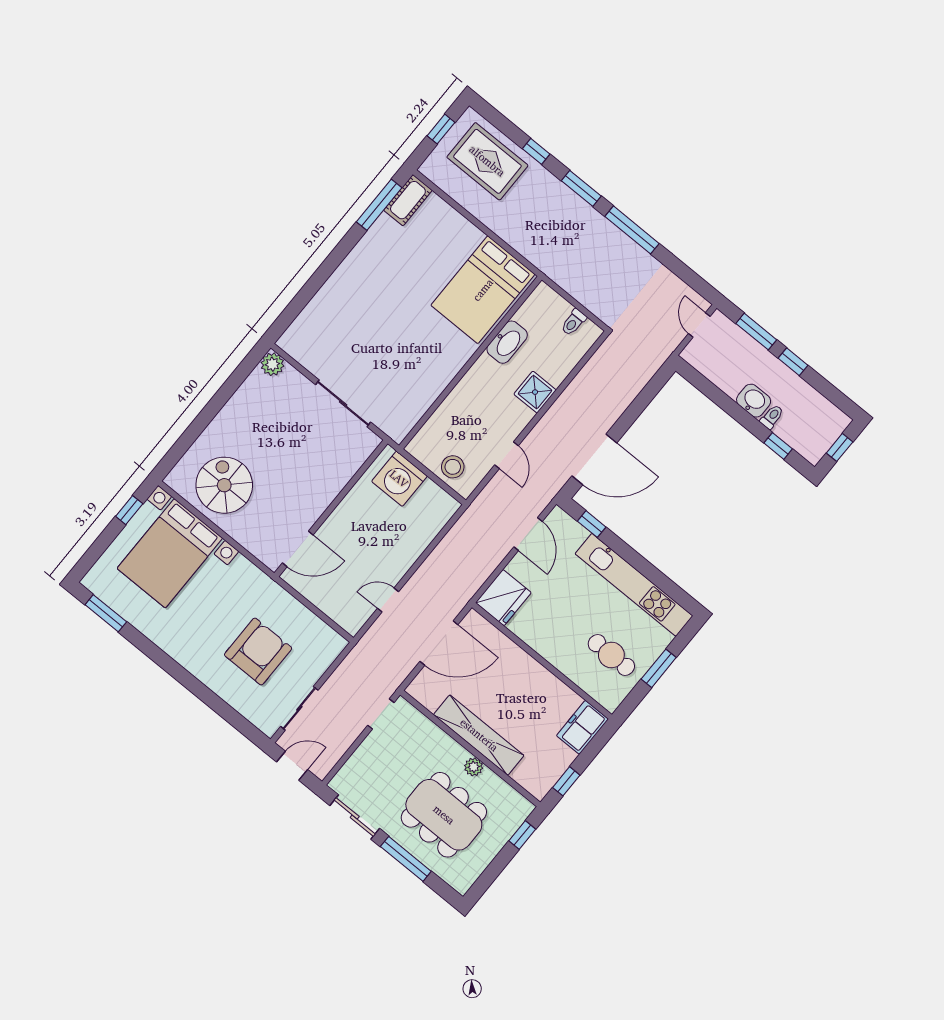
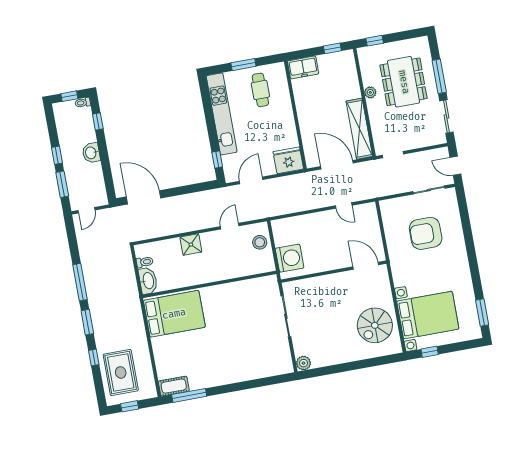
washbasin: (507, 342) -> (148, 281), moved, turned 90
toilet: (772, 417) -> (83, 103), moved
door: (594, 459) -> (144, 197), moved
shelving: (479, 735) -> (359, 129), moved

